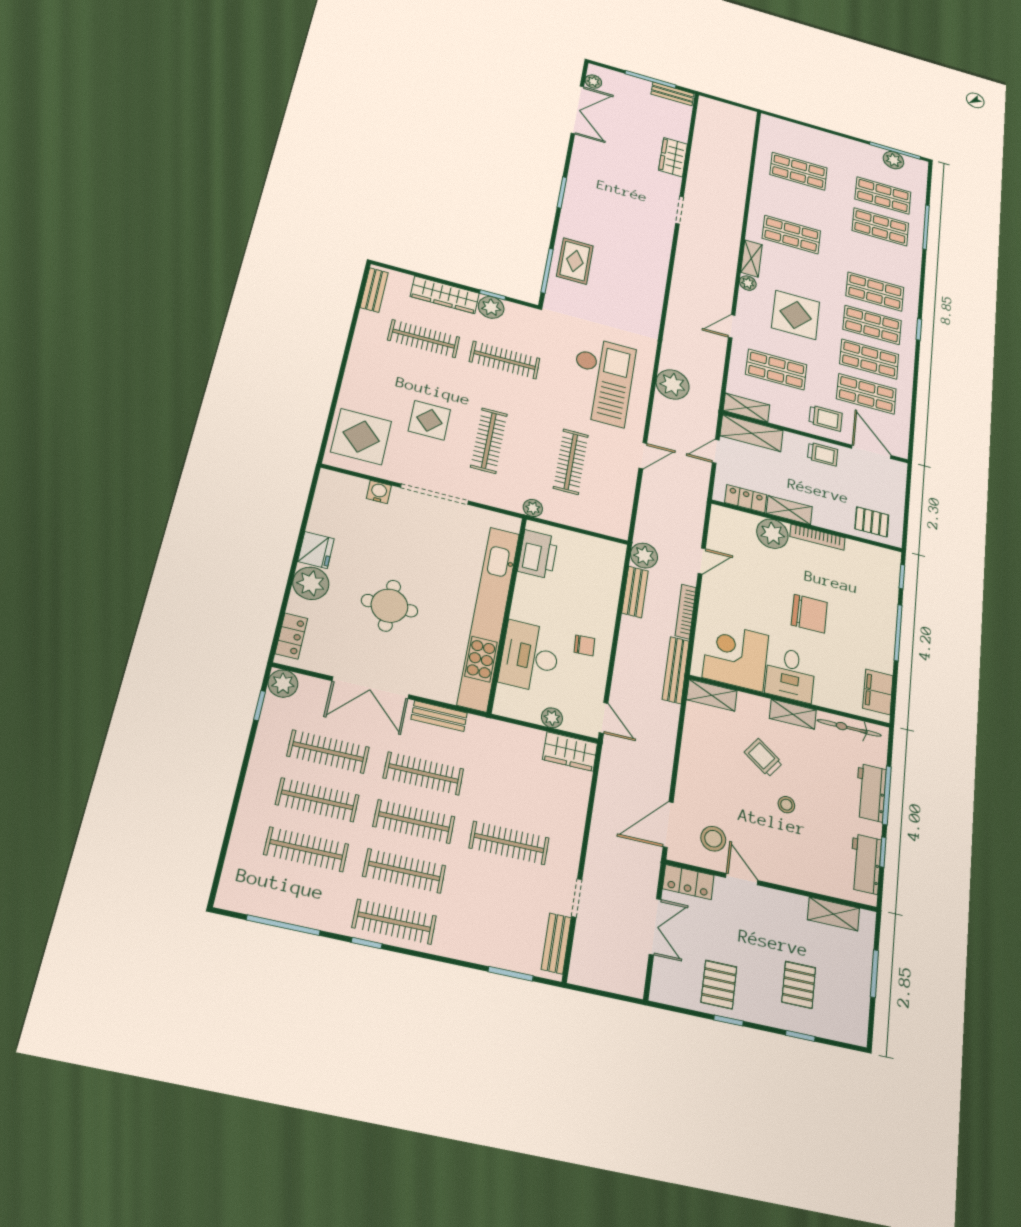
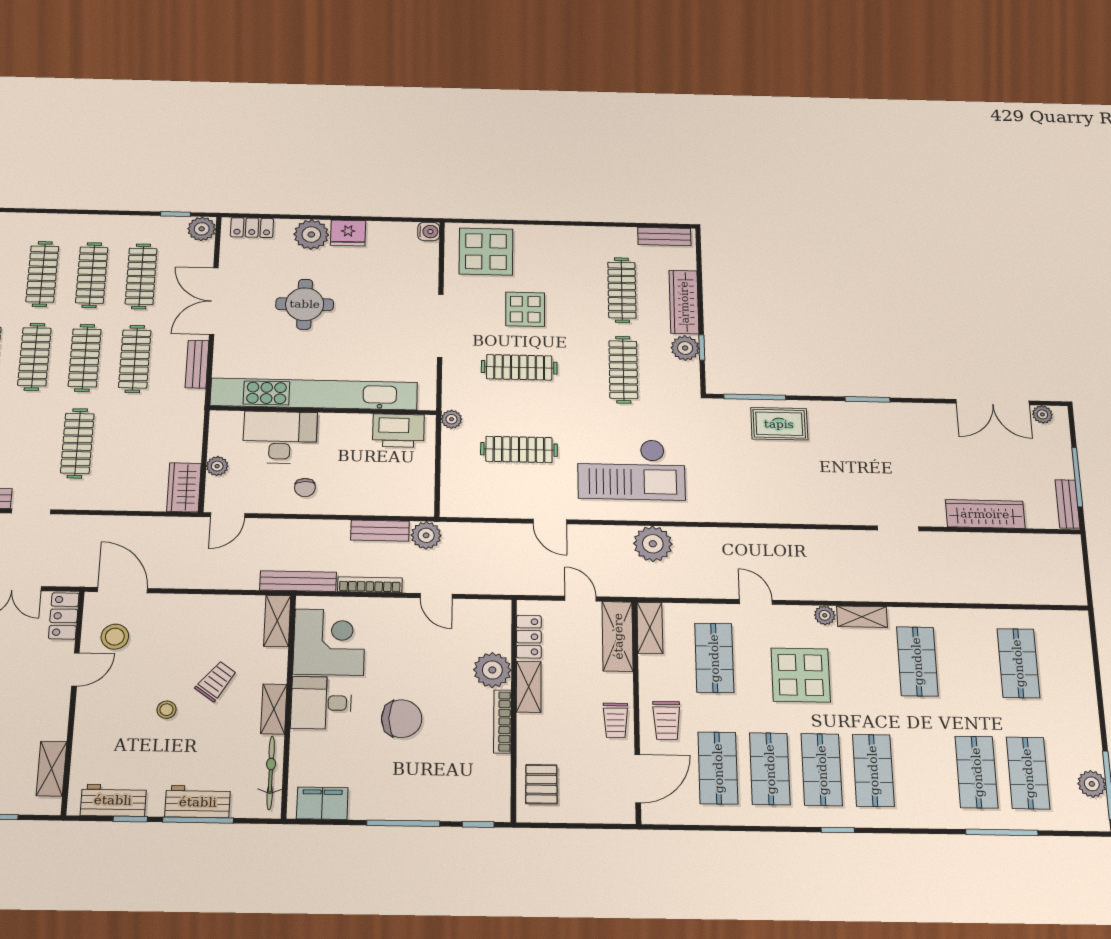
wardrobe: (673, 157) -> (985, 514), width x1.50
water cooler: (379, 492) -> (429, 232), moved
chair: (809, 614) -> (402, 719), turned -90

